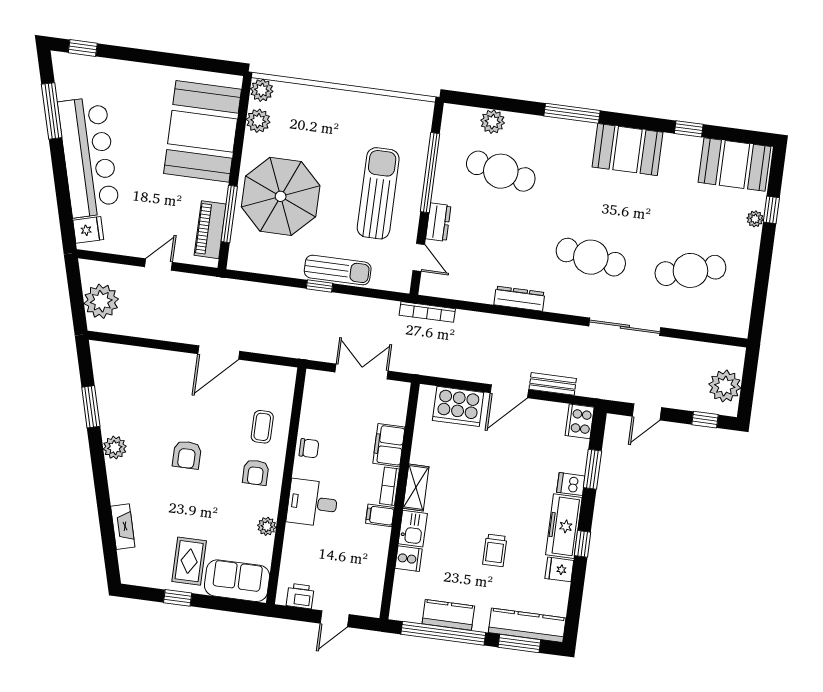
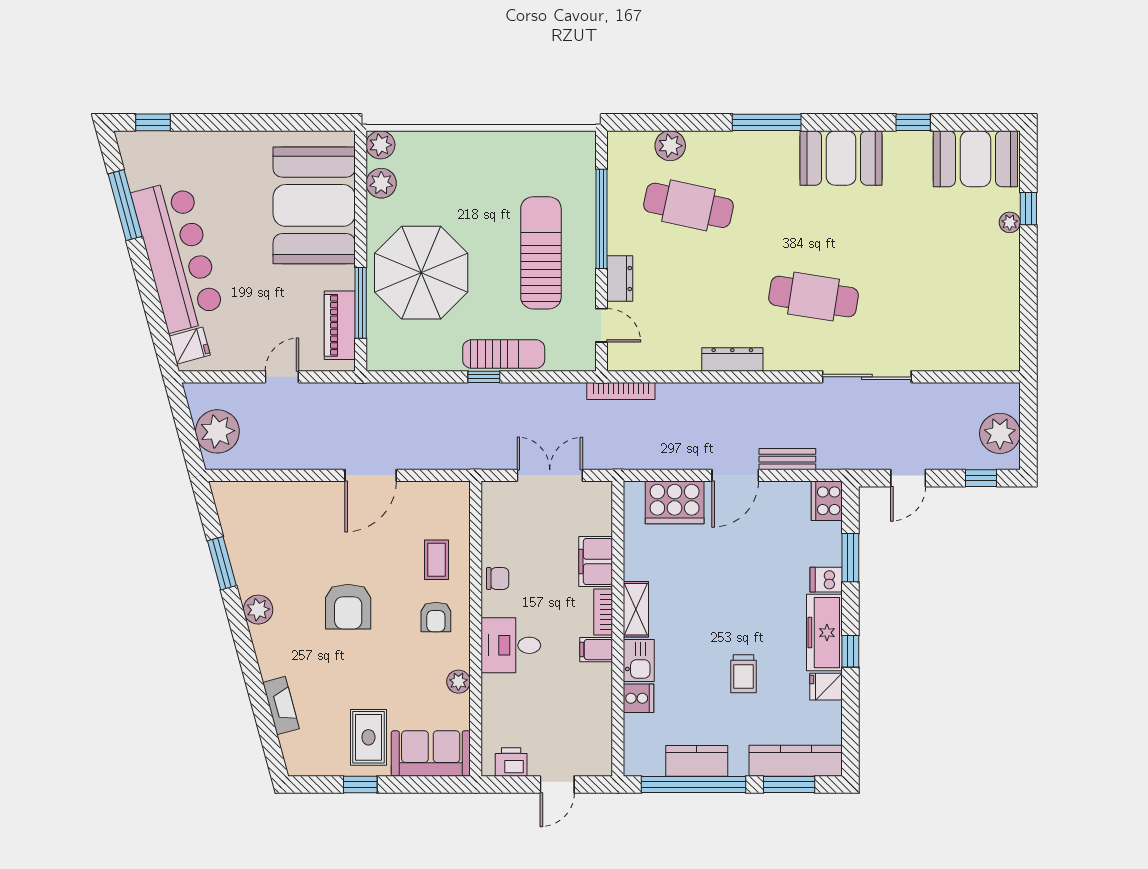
cafe table: (690, 270) -> (939, 297), removed
armchair: (187, 455) -> (348, 607), width x1.38, depth x1.38

